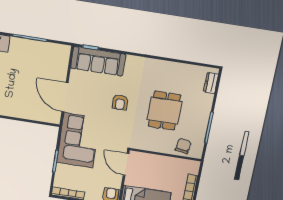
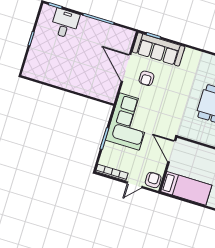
door: (65, 97) -> (126, 68), moved
armchair: (120, 102) -> (146, 78), moved

